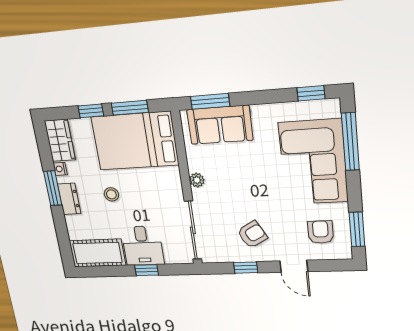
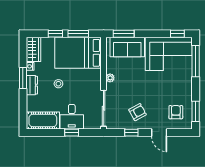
corner sofa: (313, 162) -> (169, 54), moved, turned -90

